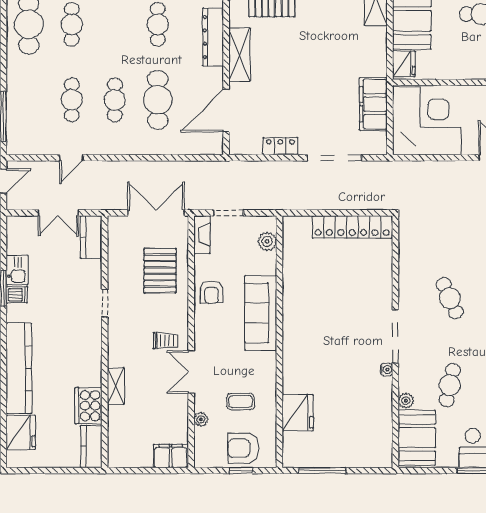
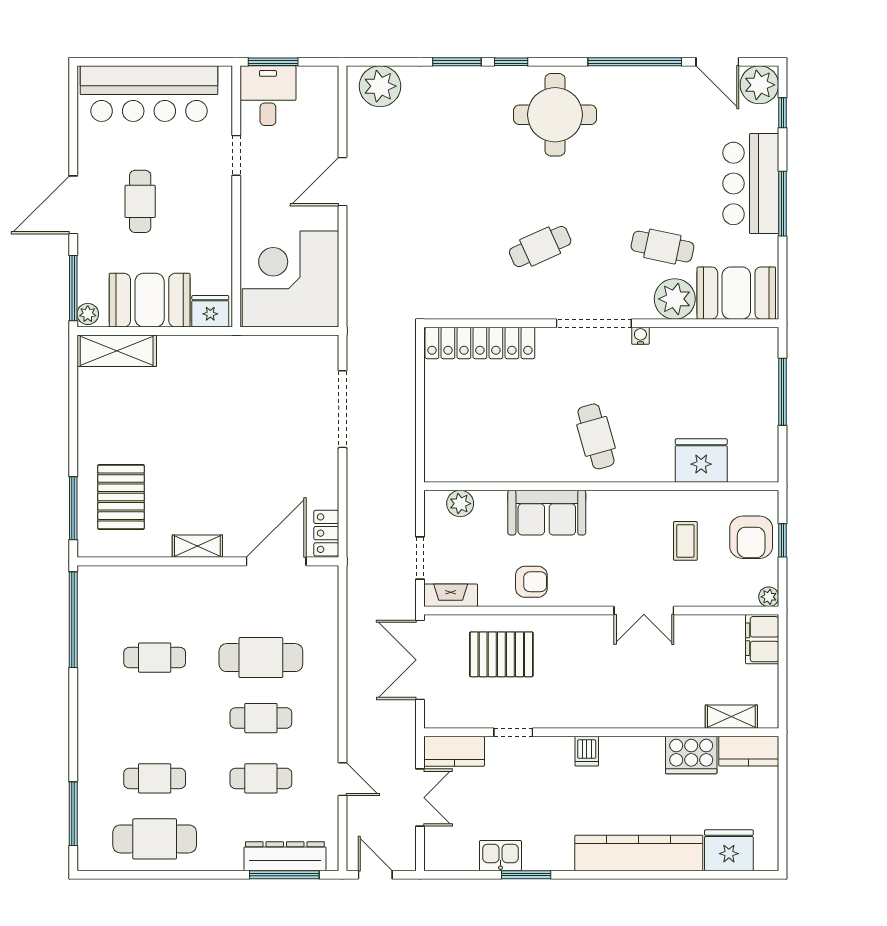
dresser: (213, 37) -> (285, 856), moved, turned 180
shelving: (240, 55) -> (197, 546), width x0.67, depth x0.75
filing cabinet: (373, 104) -> (267, 354), removed
door: (226, 111) -> (276, 561), swing flipped
locker: (280, 146) -> (326, 533), moved
locker: (352, 227) -> (480, 343), moved, turned 90
dishwasher: (17, 295) -> (587, 751), moved, turned 180
doorway: (105, 303) -> (513, 732), moved
sofa: (261, 313) -> (547, 513), width x0.73
cafe table: (315, 338) -> (596, 436), added
trolley: (165, 340) -> (600, 647), removed
shelving: (116, 386) -> (731, 717), moved
plant: (406, 401) -> (675, 299), width x1.88, depth x1.88
plant: (201, 419) -> (769, 597), moved
window: (322, 471) -> (783, 392), moved

